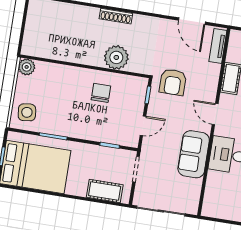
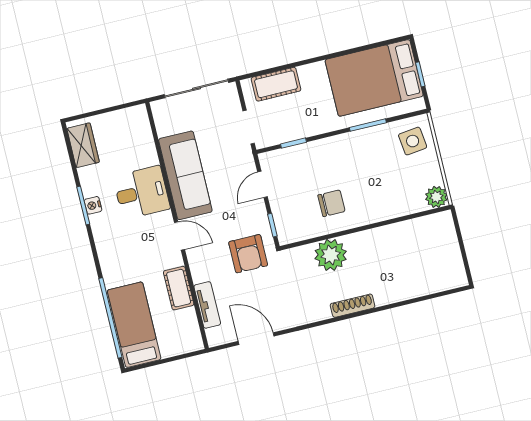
tv unit: (218, 46) -> (207, 305), moved
armchair: (173, 82) -> (248, 254), turned 180
chair: (101, 93) -> (331, 203), turned -90
sofa: (194, 154) -> (185, 175), width x1.36

